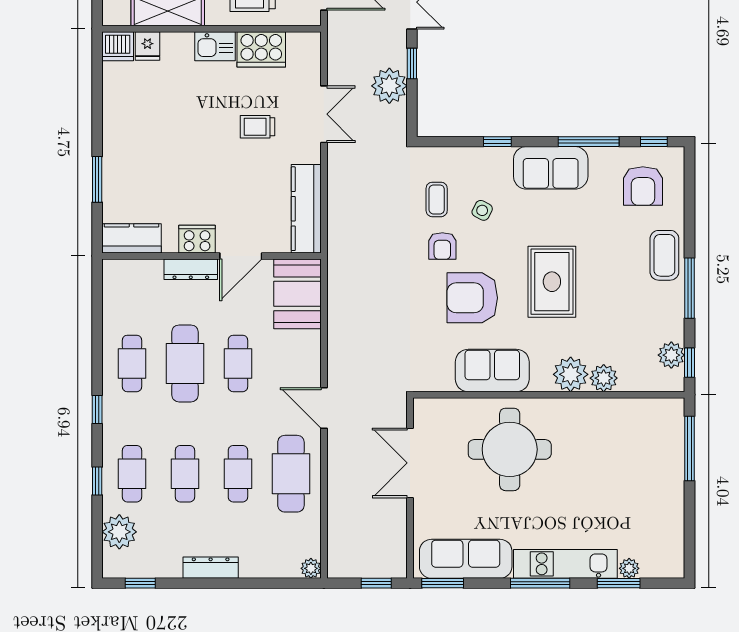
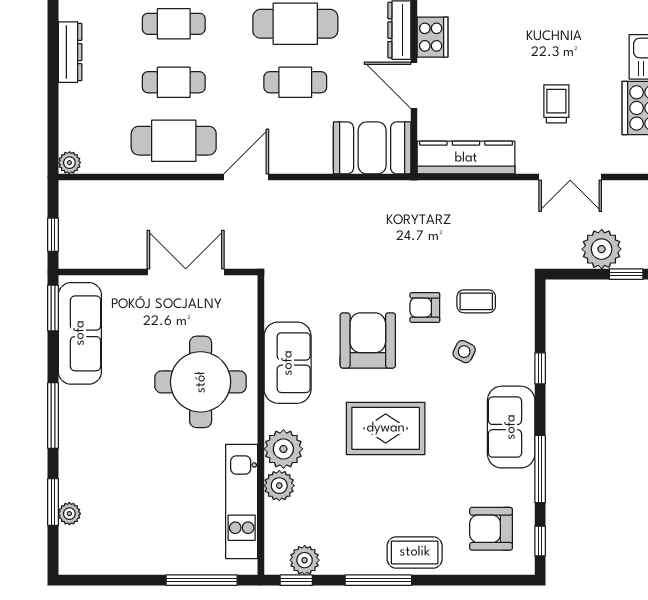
kitchen unit: (565, 564) -> (242, 501), moved, turned 180

